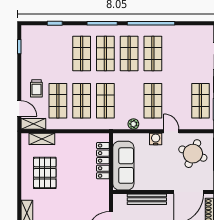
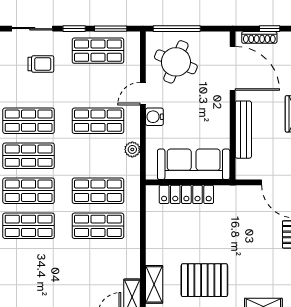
trolley: (36, 88) -> (41, 64), moved
shop shelf: (58, 101) -> (98, 261), removed

